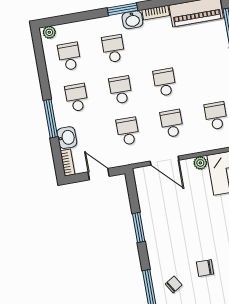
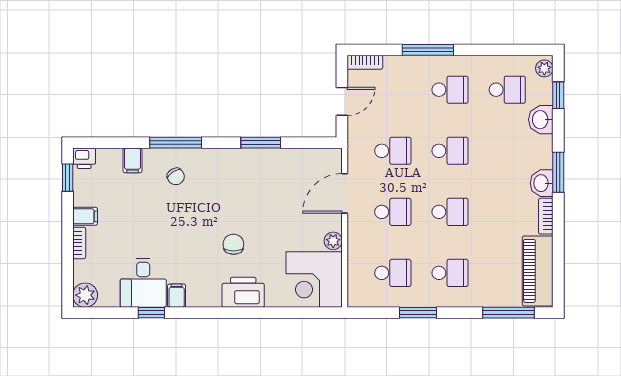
window: (67, 19) -> (558, 95), added
school desk: (113, 49) -> (450, 273), moved
washbasin: (67, 138) -> (541, 120), moved, turned 90
chair: (205, 268) -> (233, 244), moved

